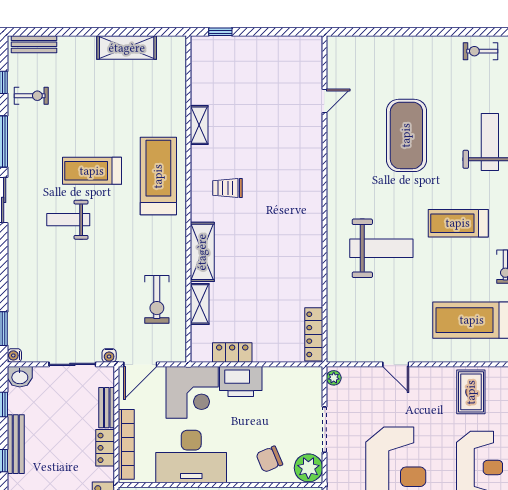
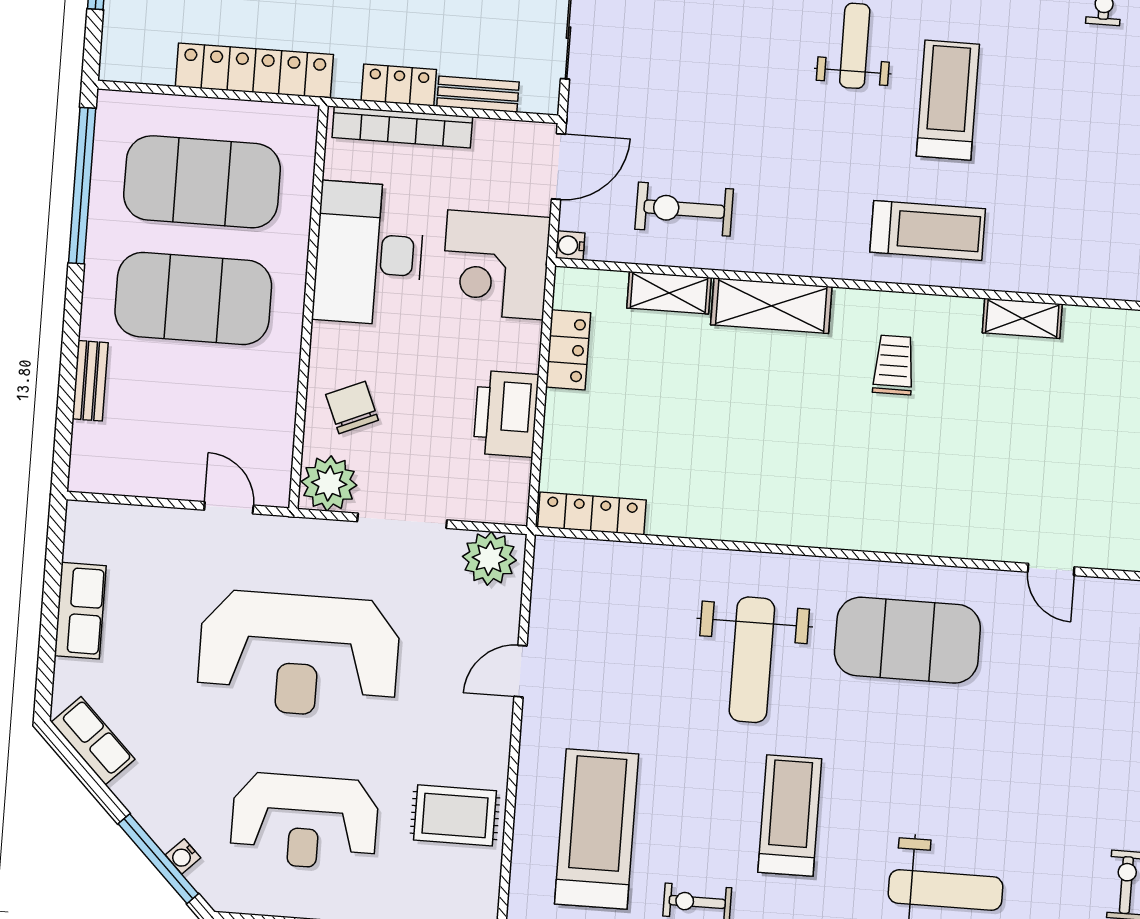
exercise mat: (406, 135) -> (907, 640), moved
treadmill: (158, 176) -> (928, 230), width x0.73, depth x0.73
water cooler: (109, 355) -> (570, 245), moved
door: (140, 364) -> (558, 166), swing flipped
plant: (334, 378) -> (489, 558), width x1.88, depth x1.88
printer: (241, 381) -> (506, 414), moved

